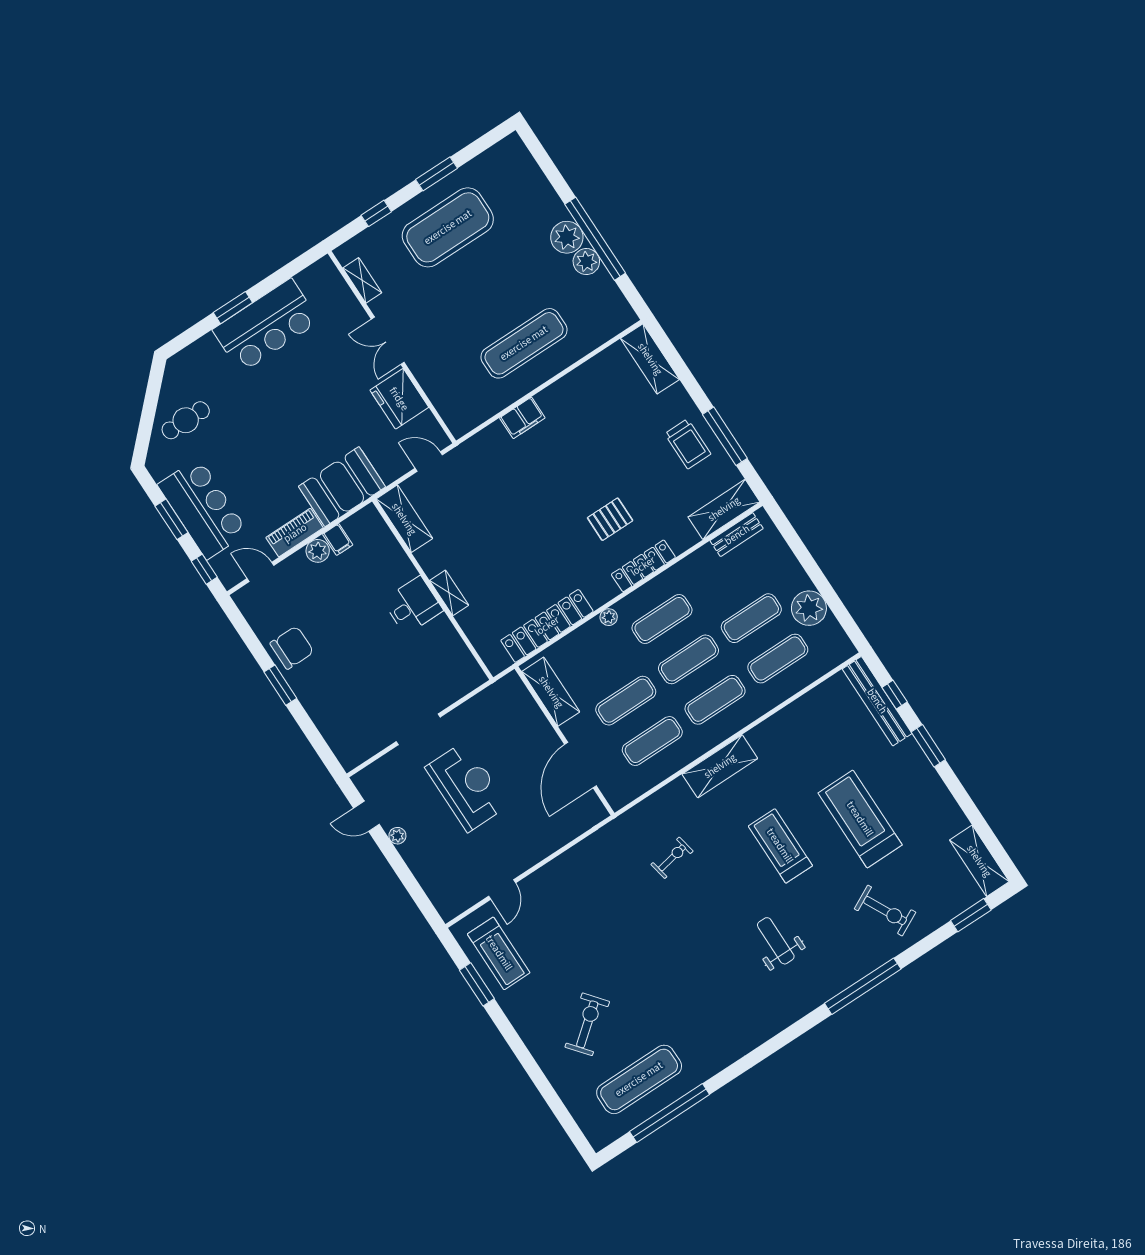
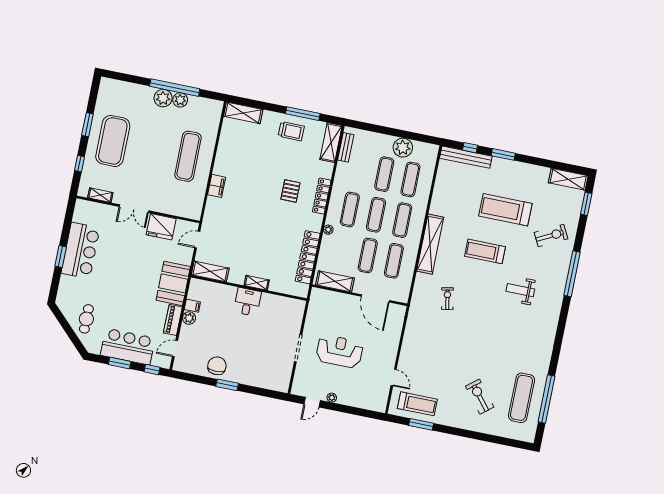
shelving: (720, 766) -> (430, 244), width x1.47

